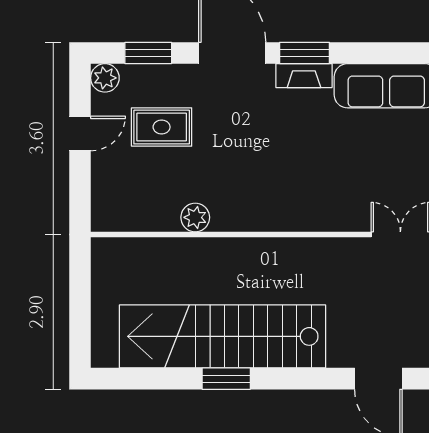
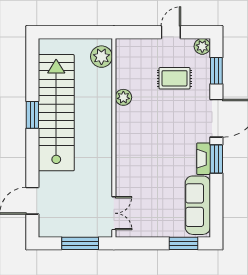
rug: (162, 127) -> (175, 78), turned 90
door: (80, 133) -> (171, 32), swing flipped
plant: (123, 256) -> (101, 57), added

